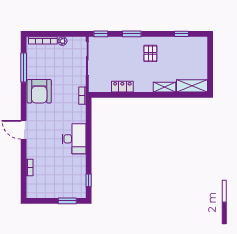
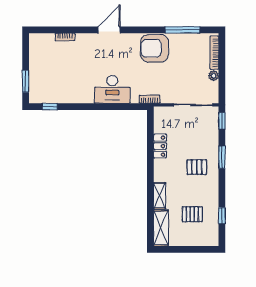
pallet: (150, 53) -> (197, 167), moved
pallet: (180, 59) -> (192, 214), added
desk: (74, 139) -> (112, 89), moved

